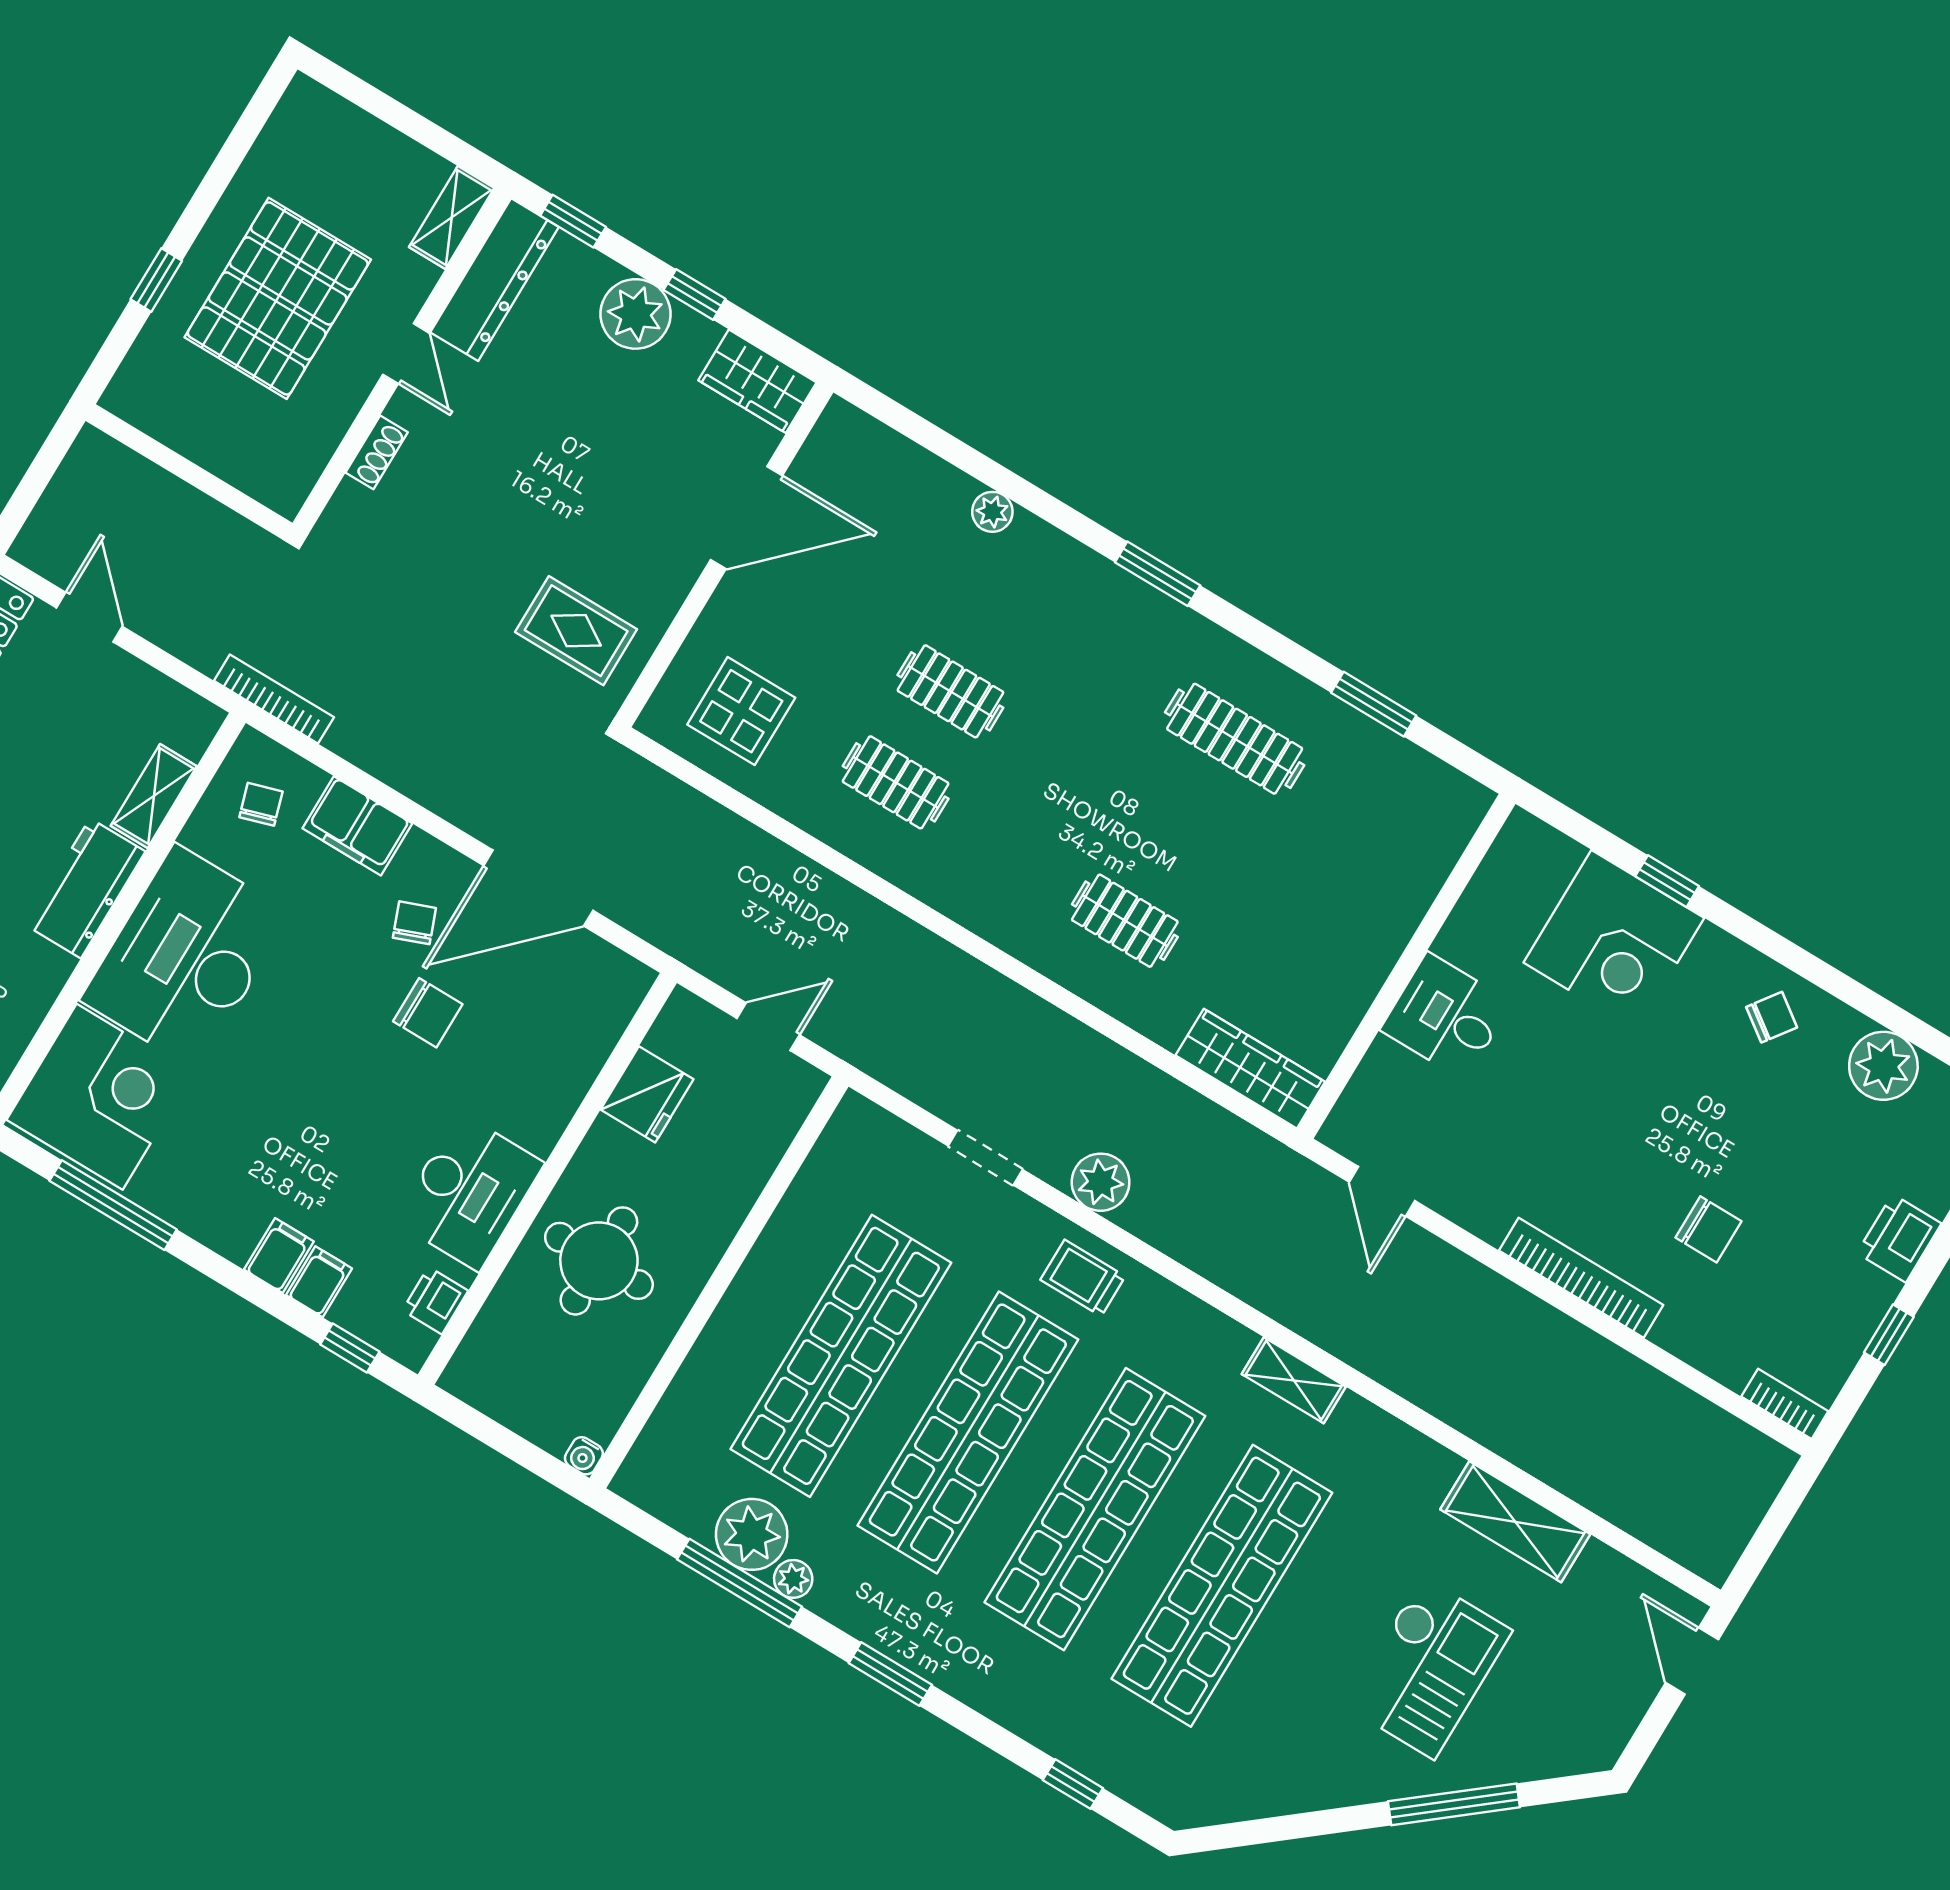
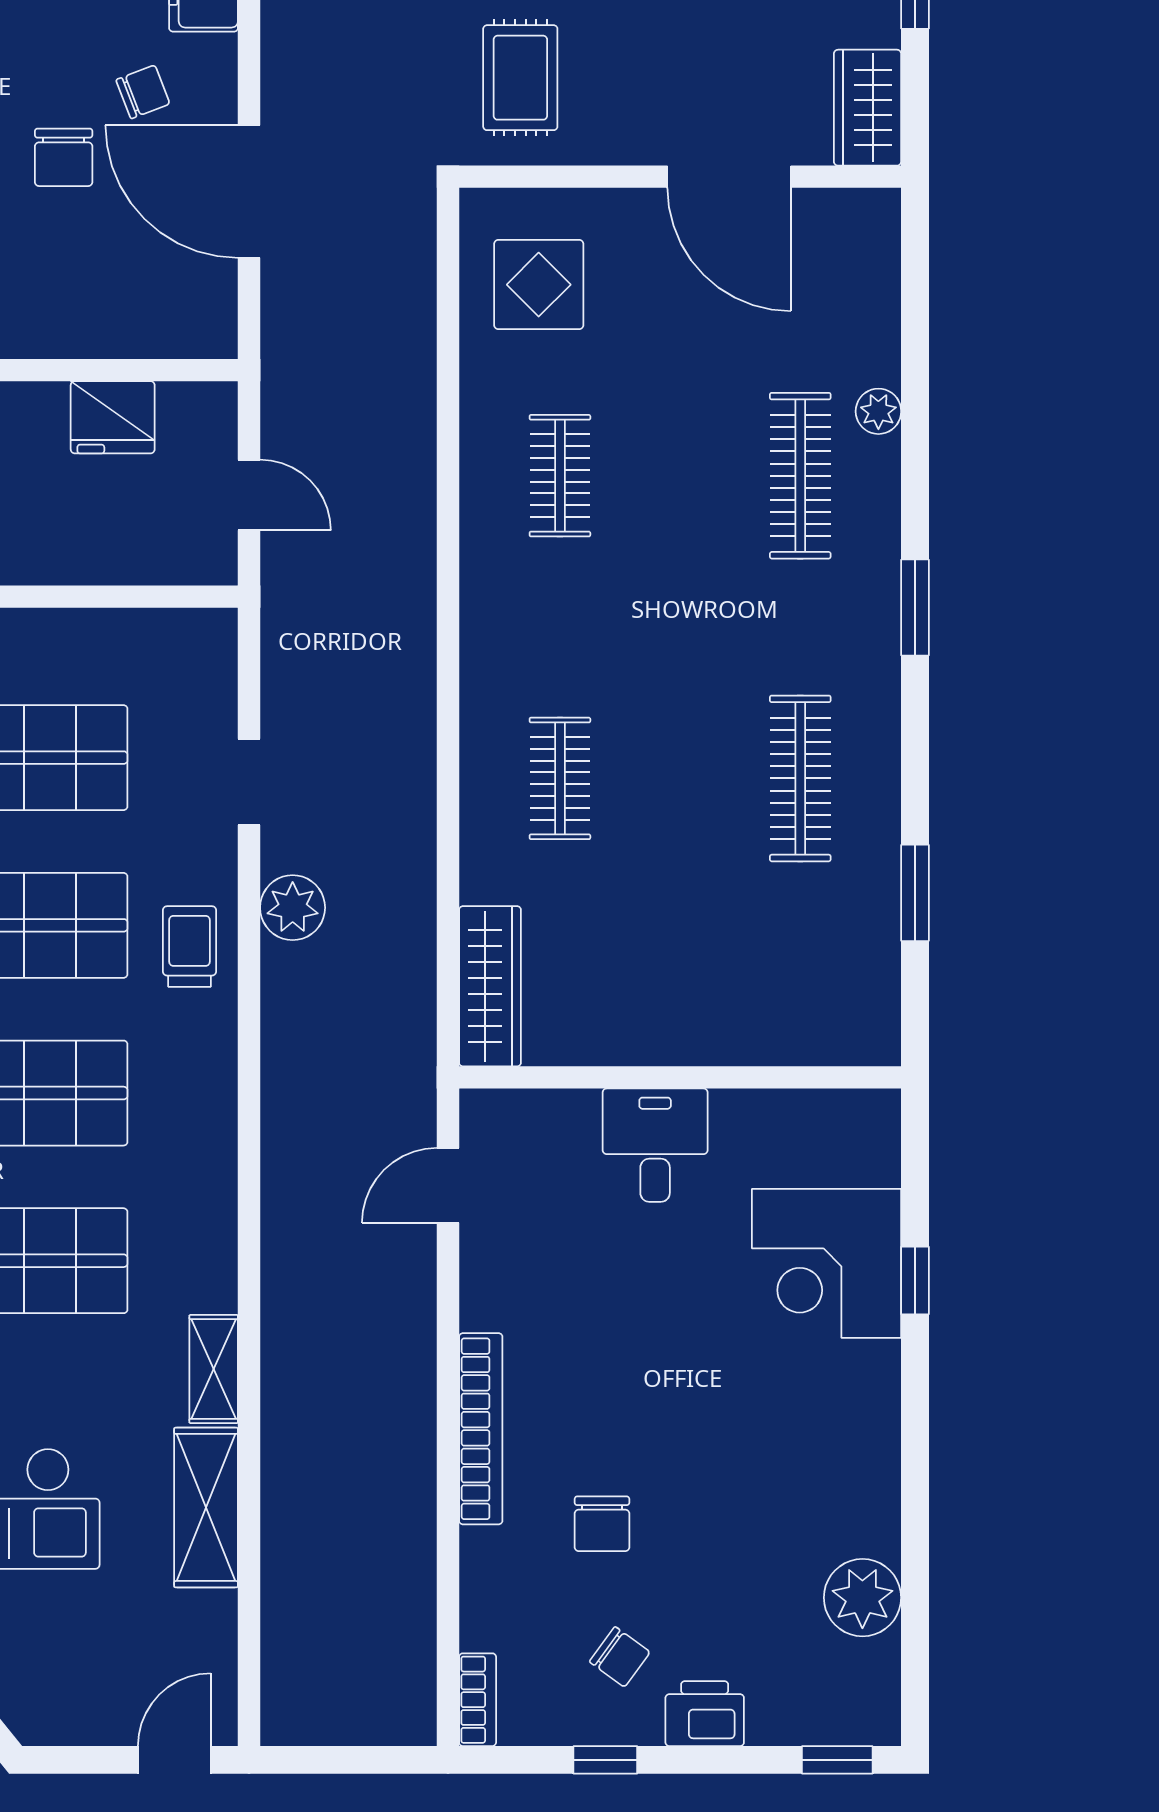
clothes rail: (950, 691) -> (800, 476), moved, width x1.36
chair: (1772, 1017) -> (620, 1657), moved
shelving: (1294, 1380) -> (214, 1369), moved

